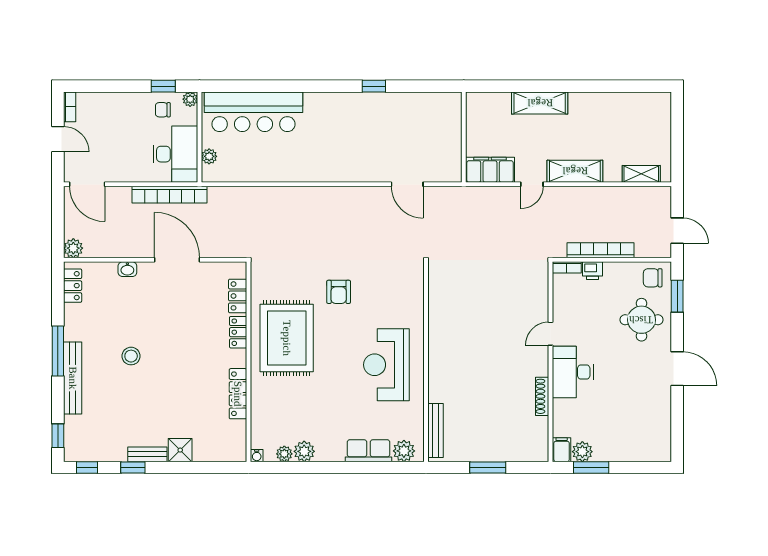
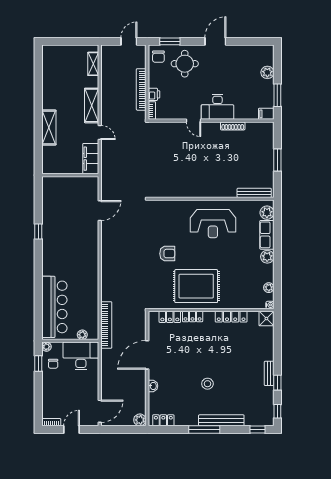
bookcase: (170, 195) -> (106, 325), moved
shower: (180, 450) -> (266, 319), moved
plant: (304, 451) -> (267, 257), moved
plant: (582, 452) -> (267, 72), moved

